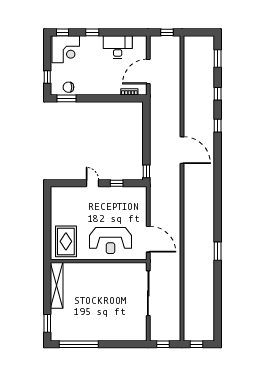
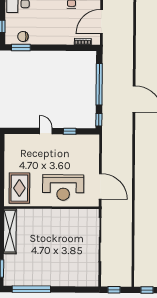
window: (146, 135) -> (99, 84), added

